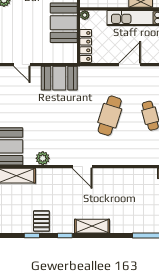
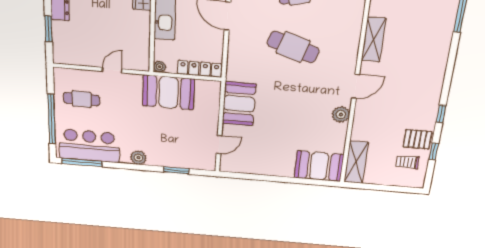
plant: (43, 158) -> (341, 114), moved
trolley: (20, 216) -> (407, 162), added
shelving: (92, 226) -> (374, 40), moved

